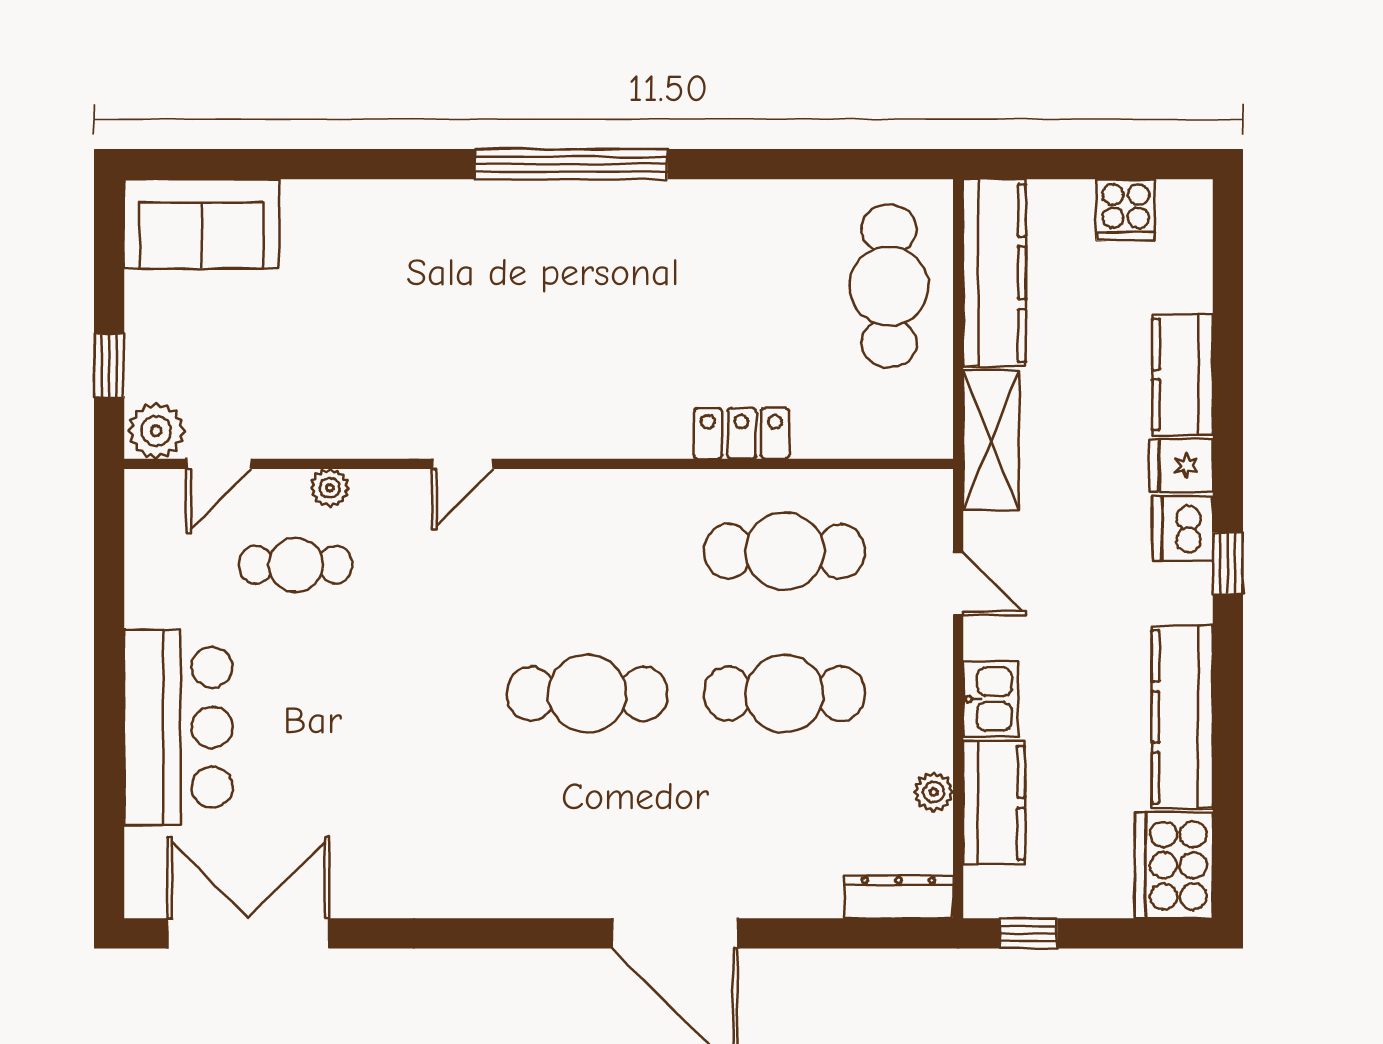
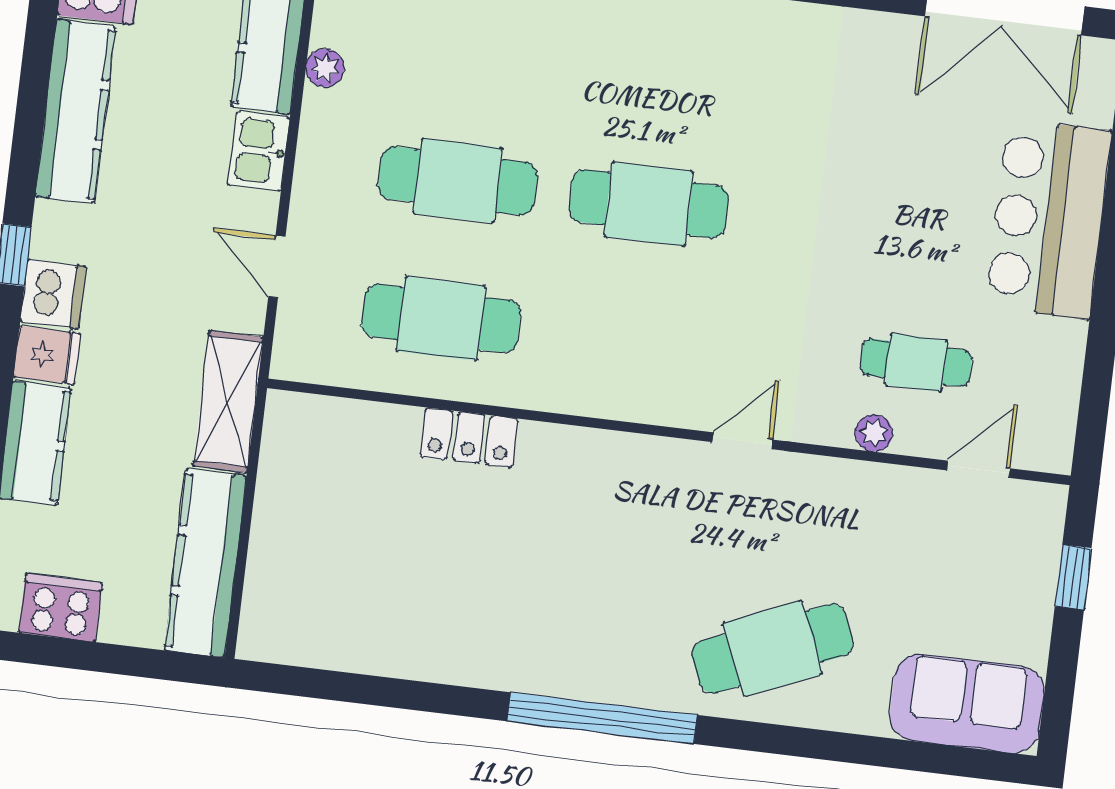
cooker: (1126, 210) -> (61, 608), width x1.36
cafe table: (889, 286) -> (772, 649), moved, turned 67
plant: (156, 431) -> (1035, 509), removed

